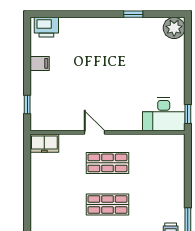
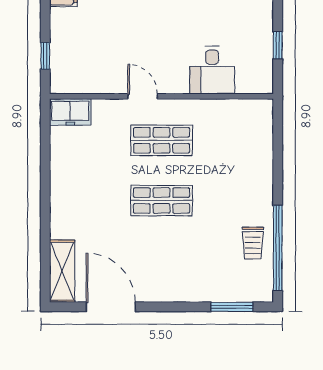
desk: (164, 114) -> (212, 70), moved, width x0.73
window: (188, 114) -> (278, 45), moved

